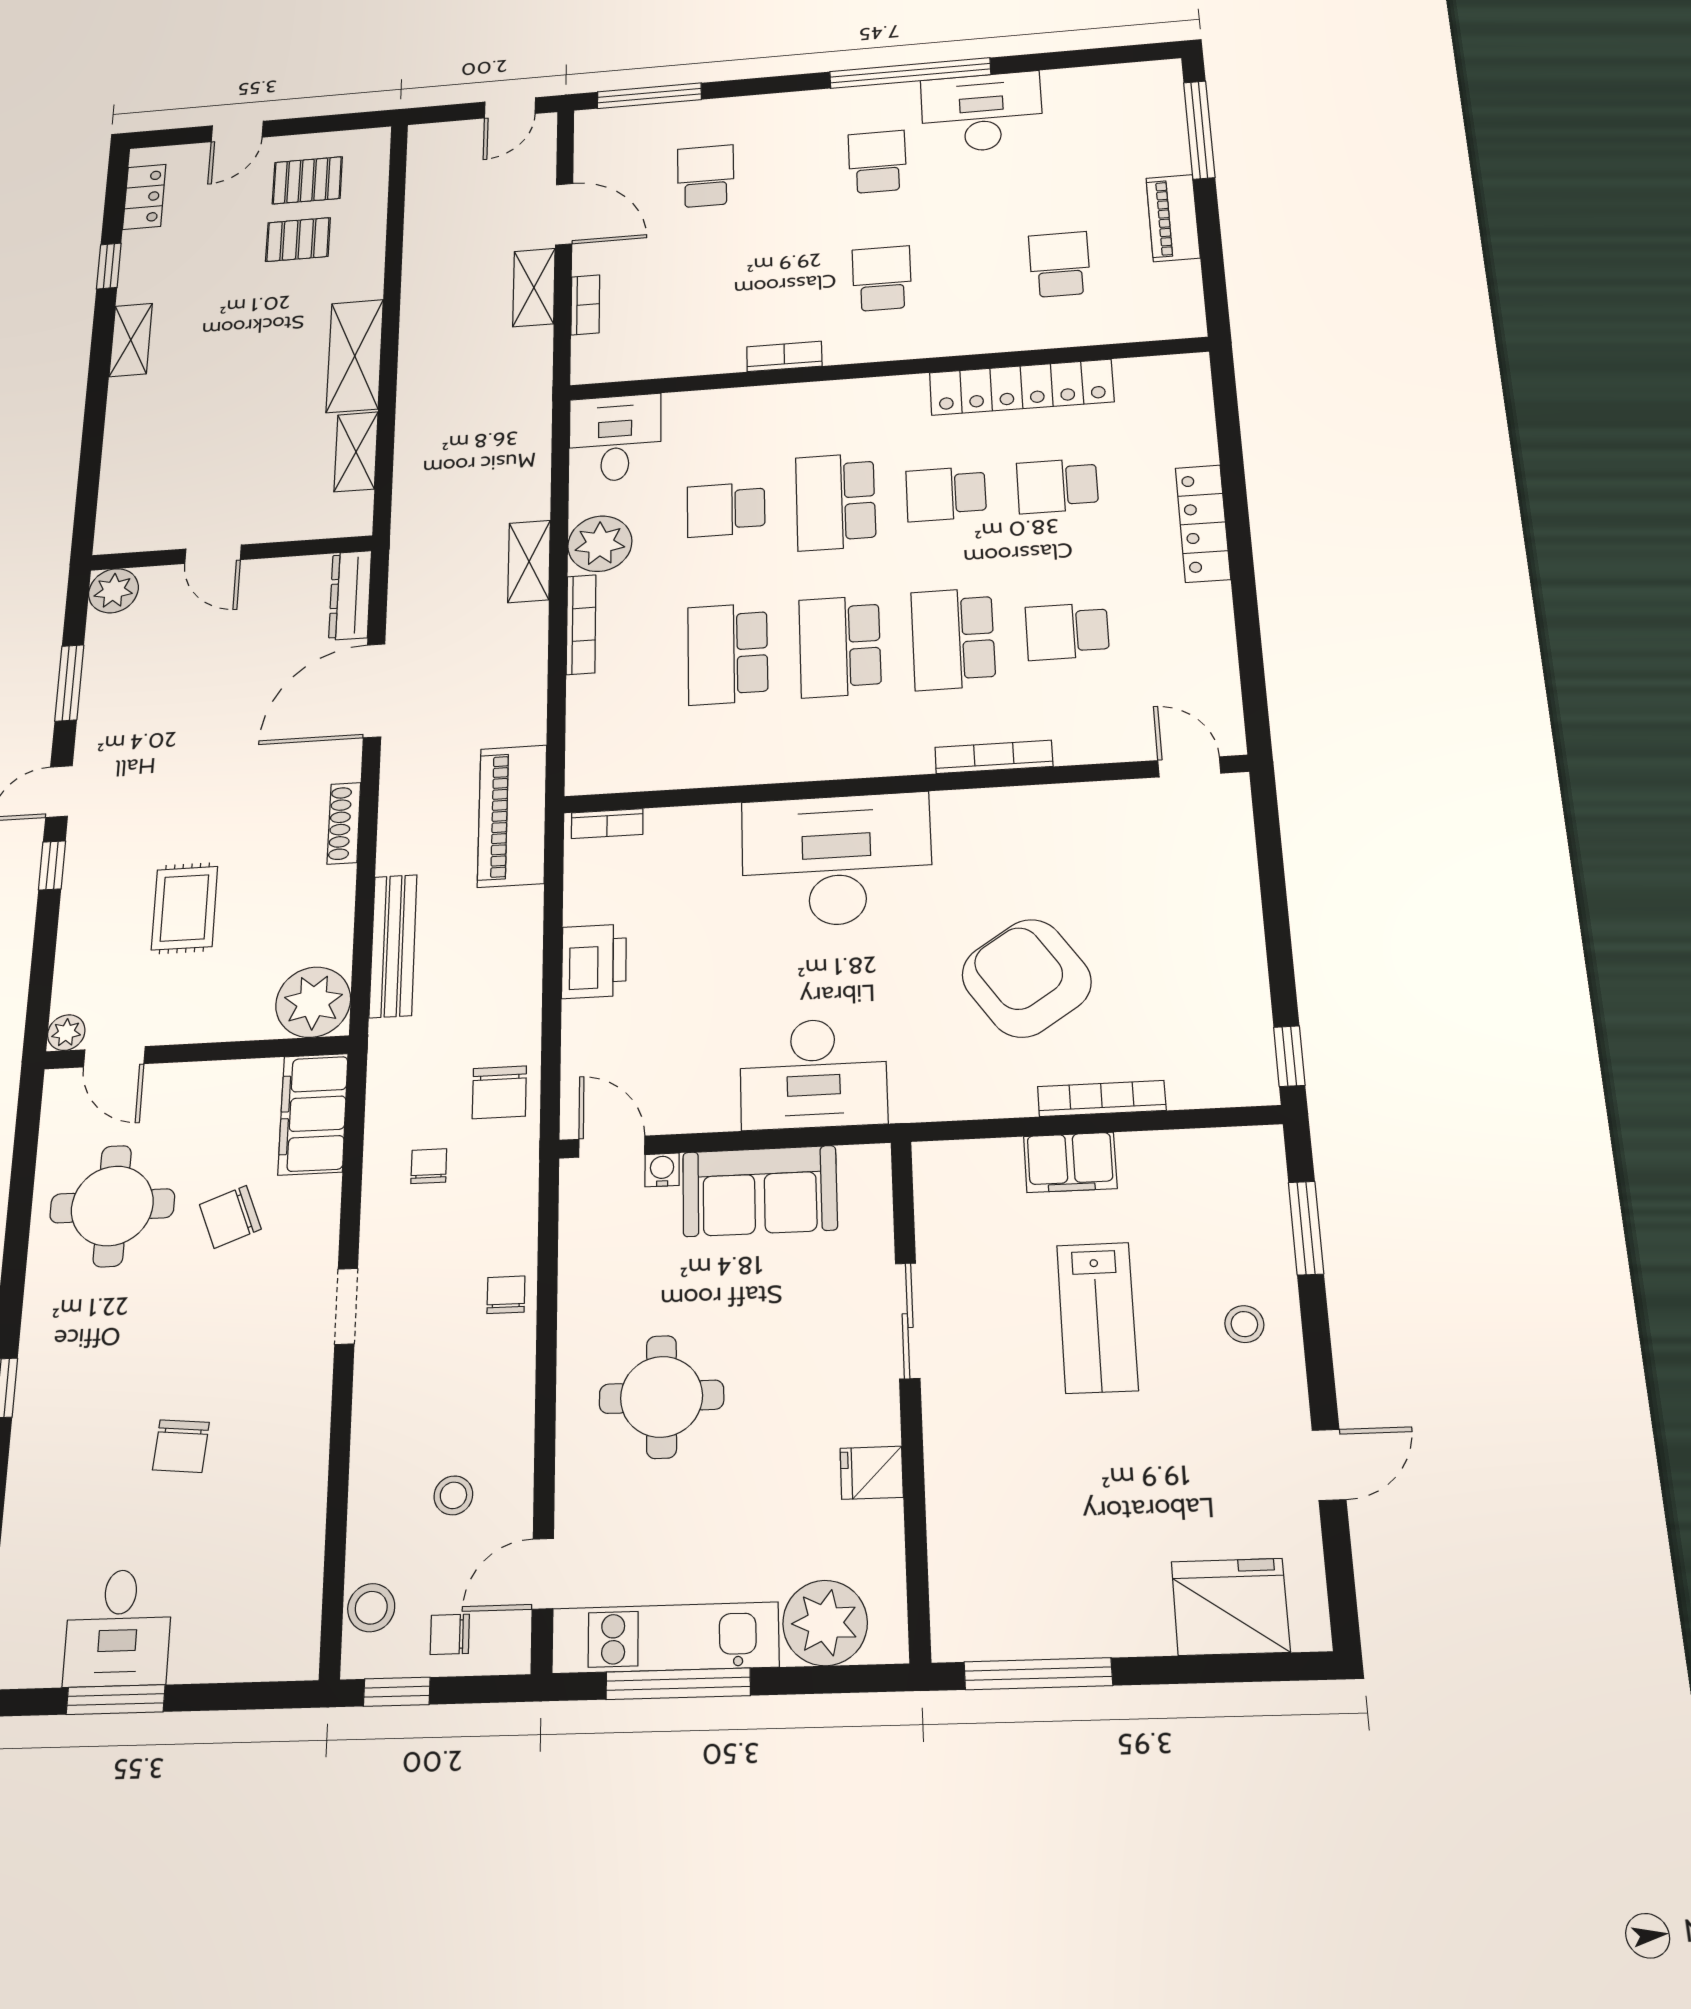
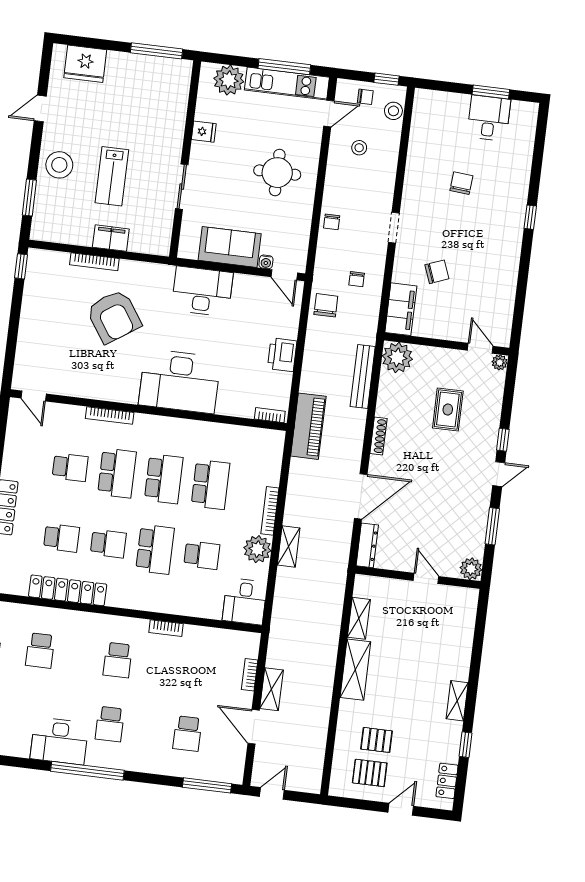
round table: (112, 1206) -> (484, 284), removed
lab bench: (1097, 1317) -> (112, 176), turned 180
stool: (1244, 1324) -> (59, 165), width x1.89, depth x1.89

